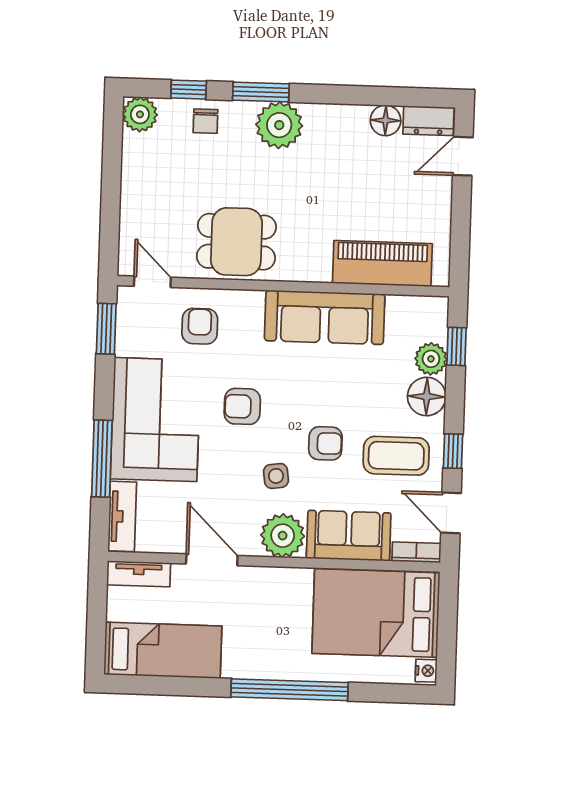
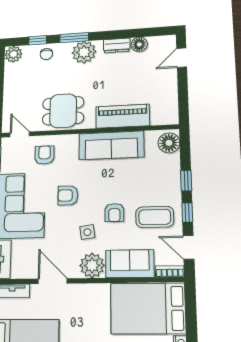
dresser: (428, 121) -> (117, 45), moved
piano: (382, 264) -> (123, 116), moved
window: (457, 346) -> (186, 181), moved
plant: (431, 359) -> (171, 163), removed
floor lamp: (427, 396) -> (169, 143), moved
armchair: (325, 443) -> (114, 213), turned 90

